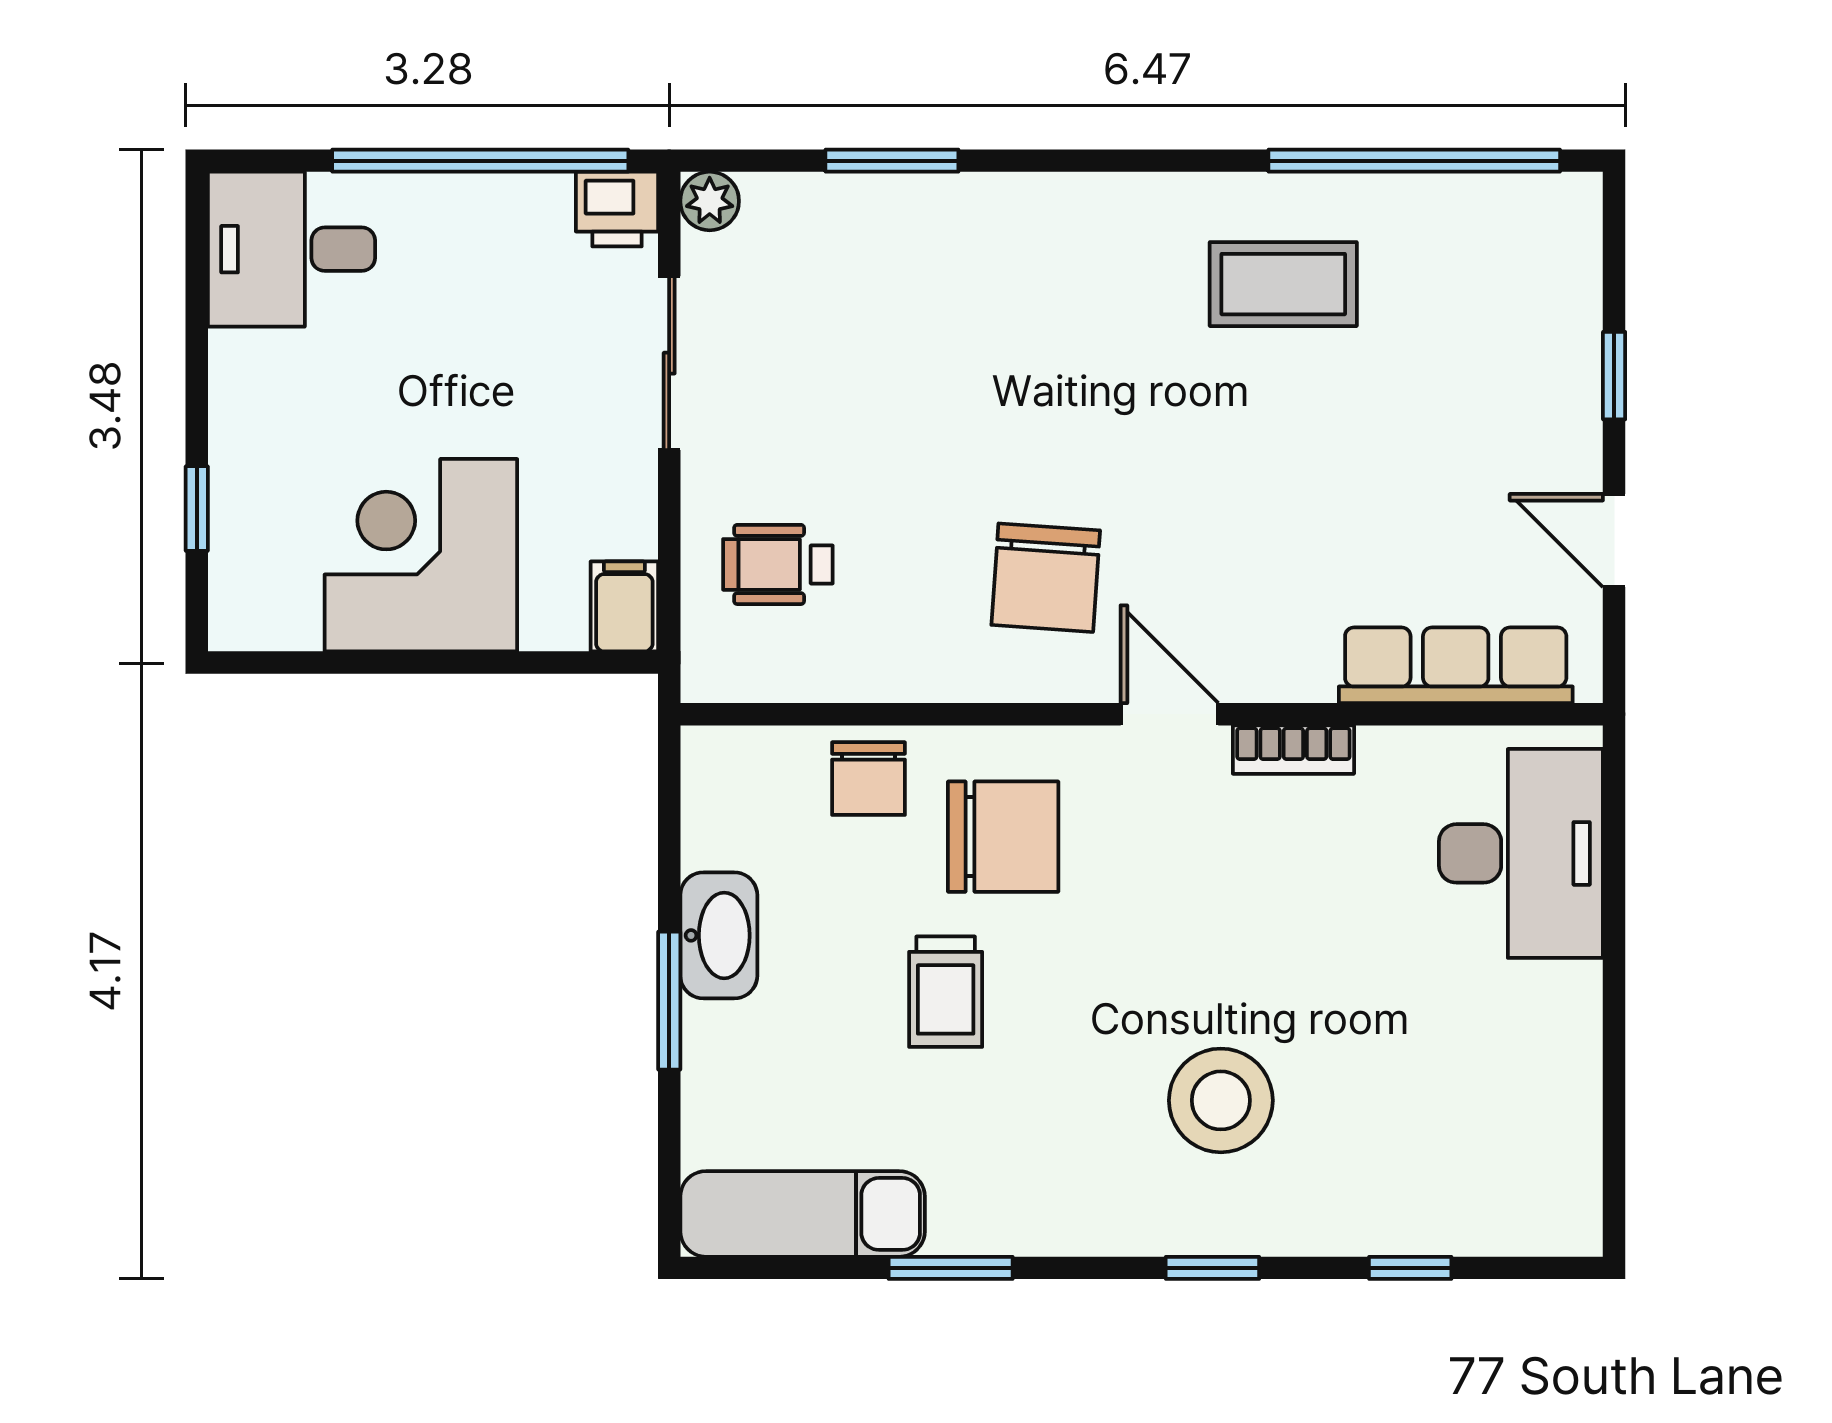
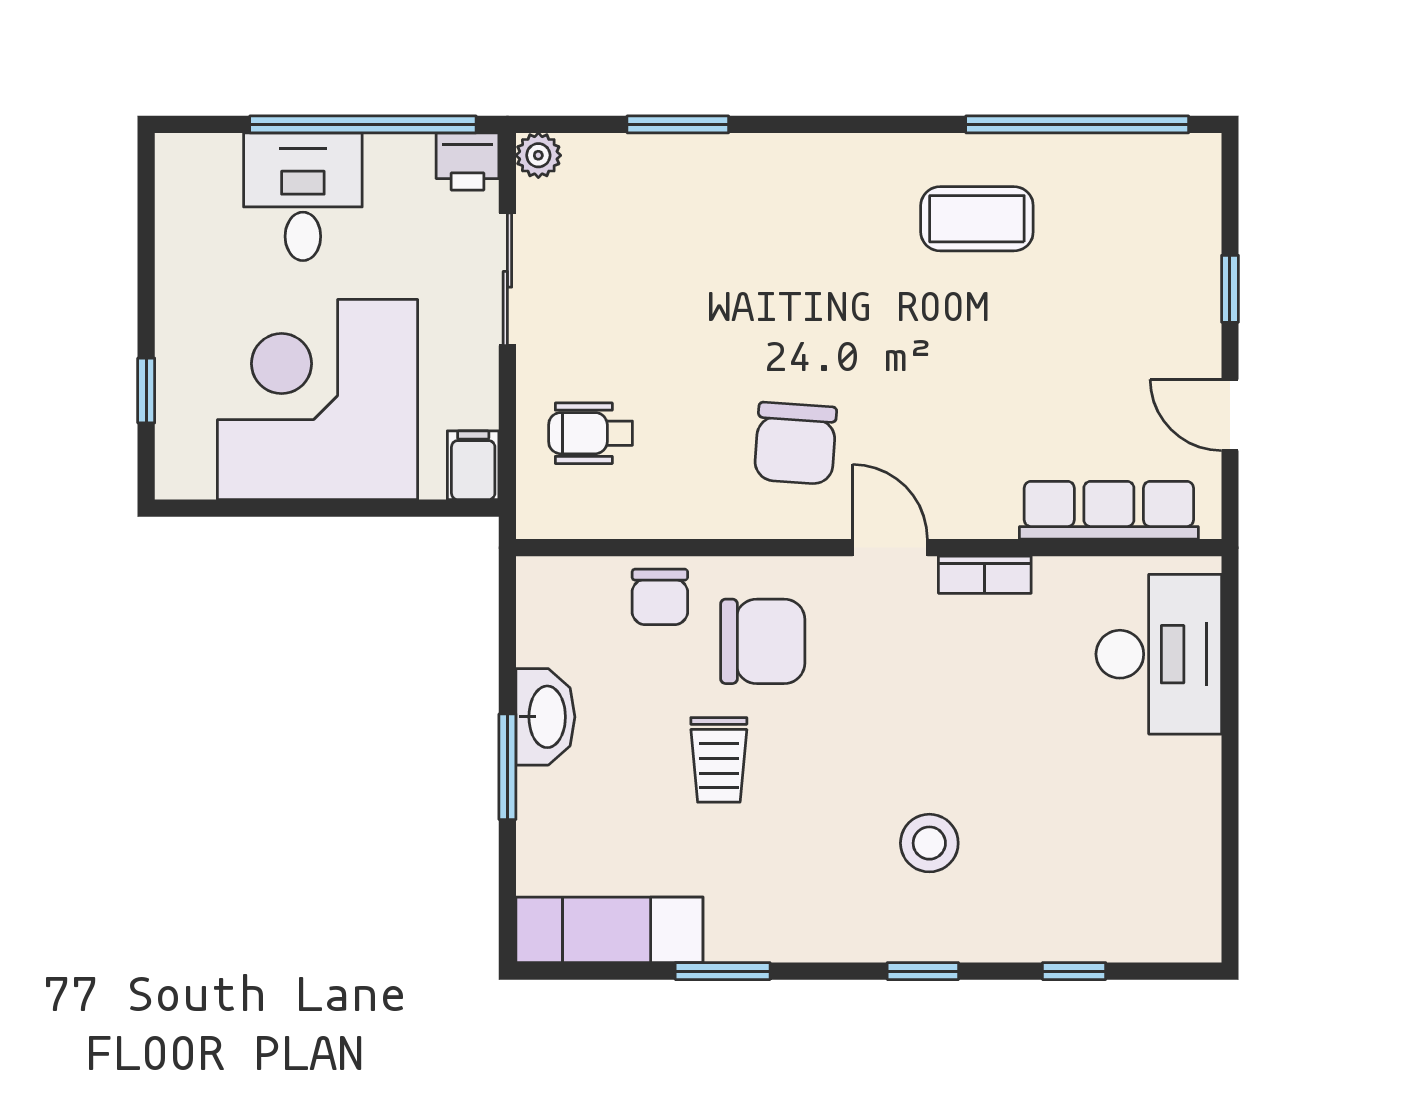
desk: (291, 249) -> (303, 197), moved, turned 90
corner desk: (421, 555) -> (318, 400), width x1.36, depth x1.36
stool: (1221, 1100) -> (929, 843), width x0.73, depth x0.73

